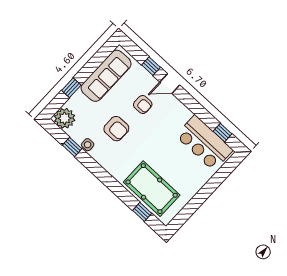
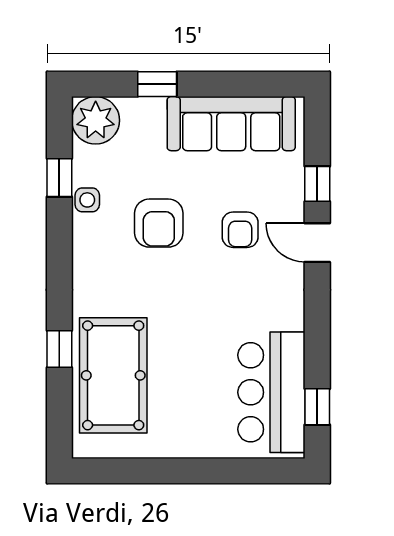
window: (142, 212) -> (59, 349), moved

